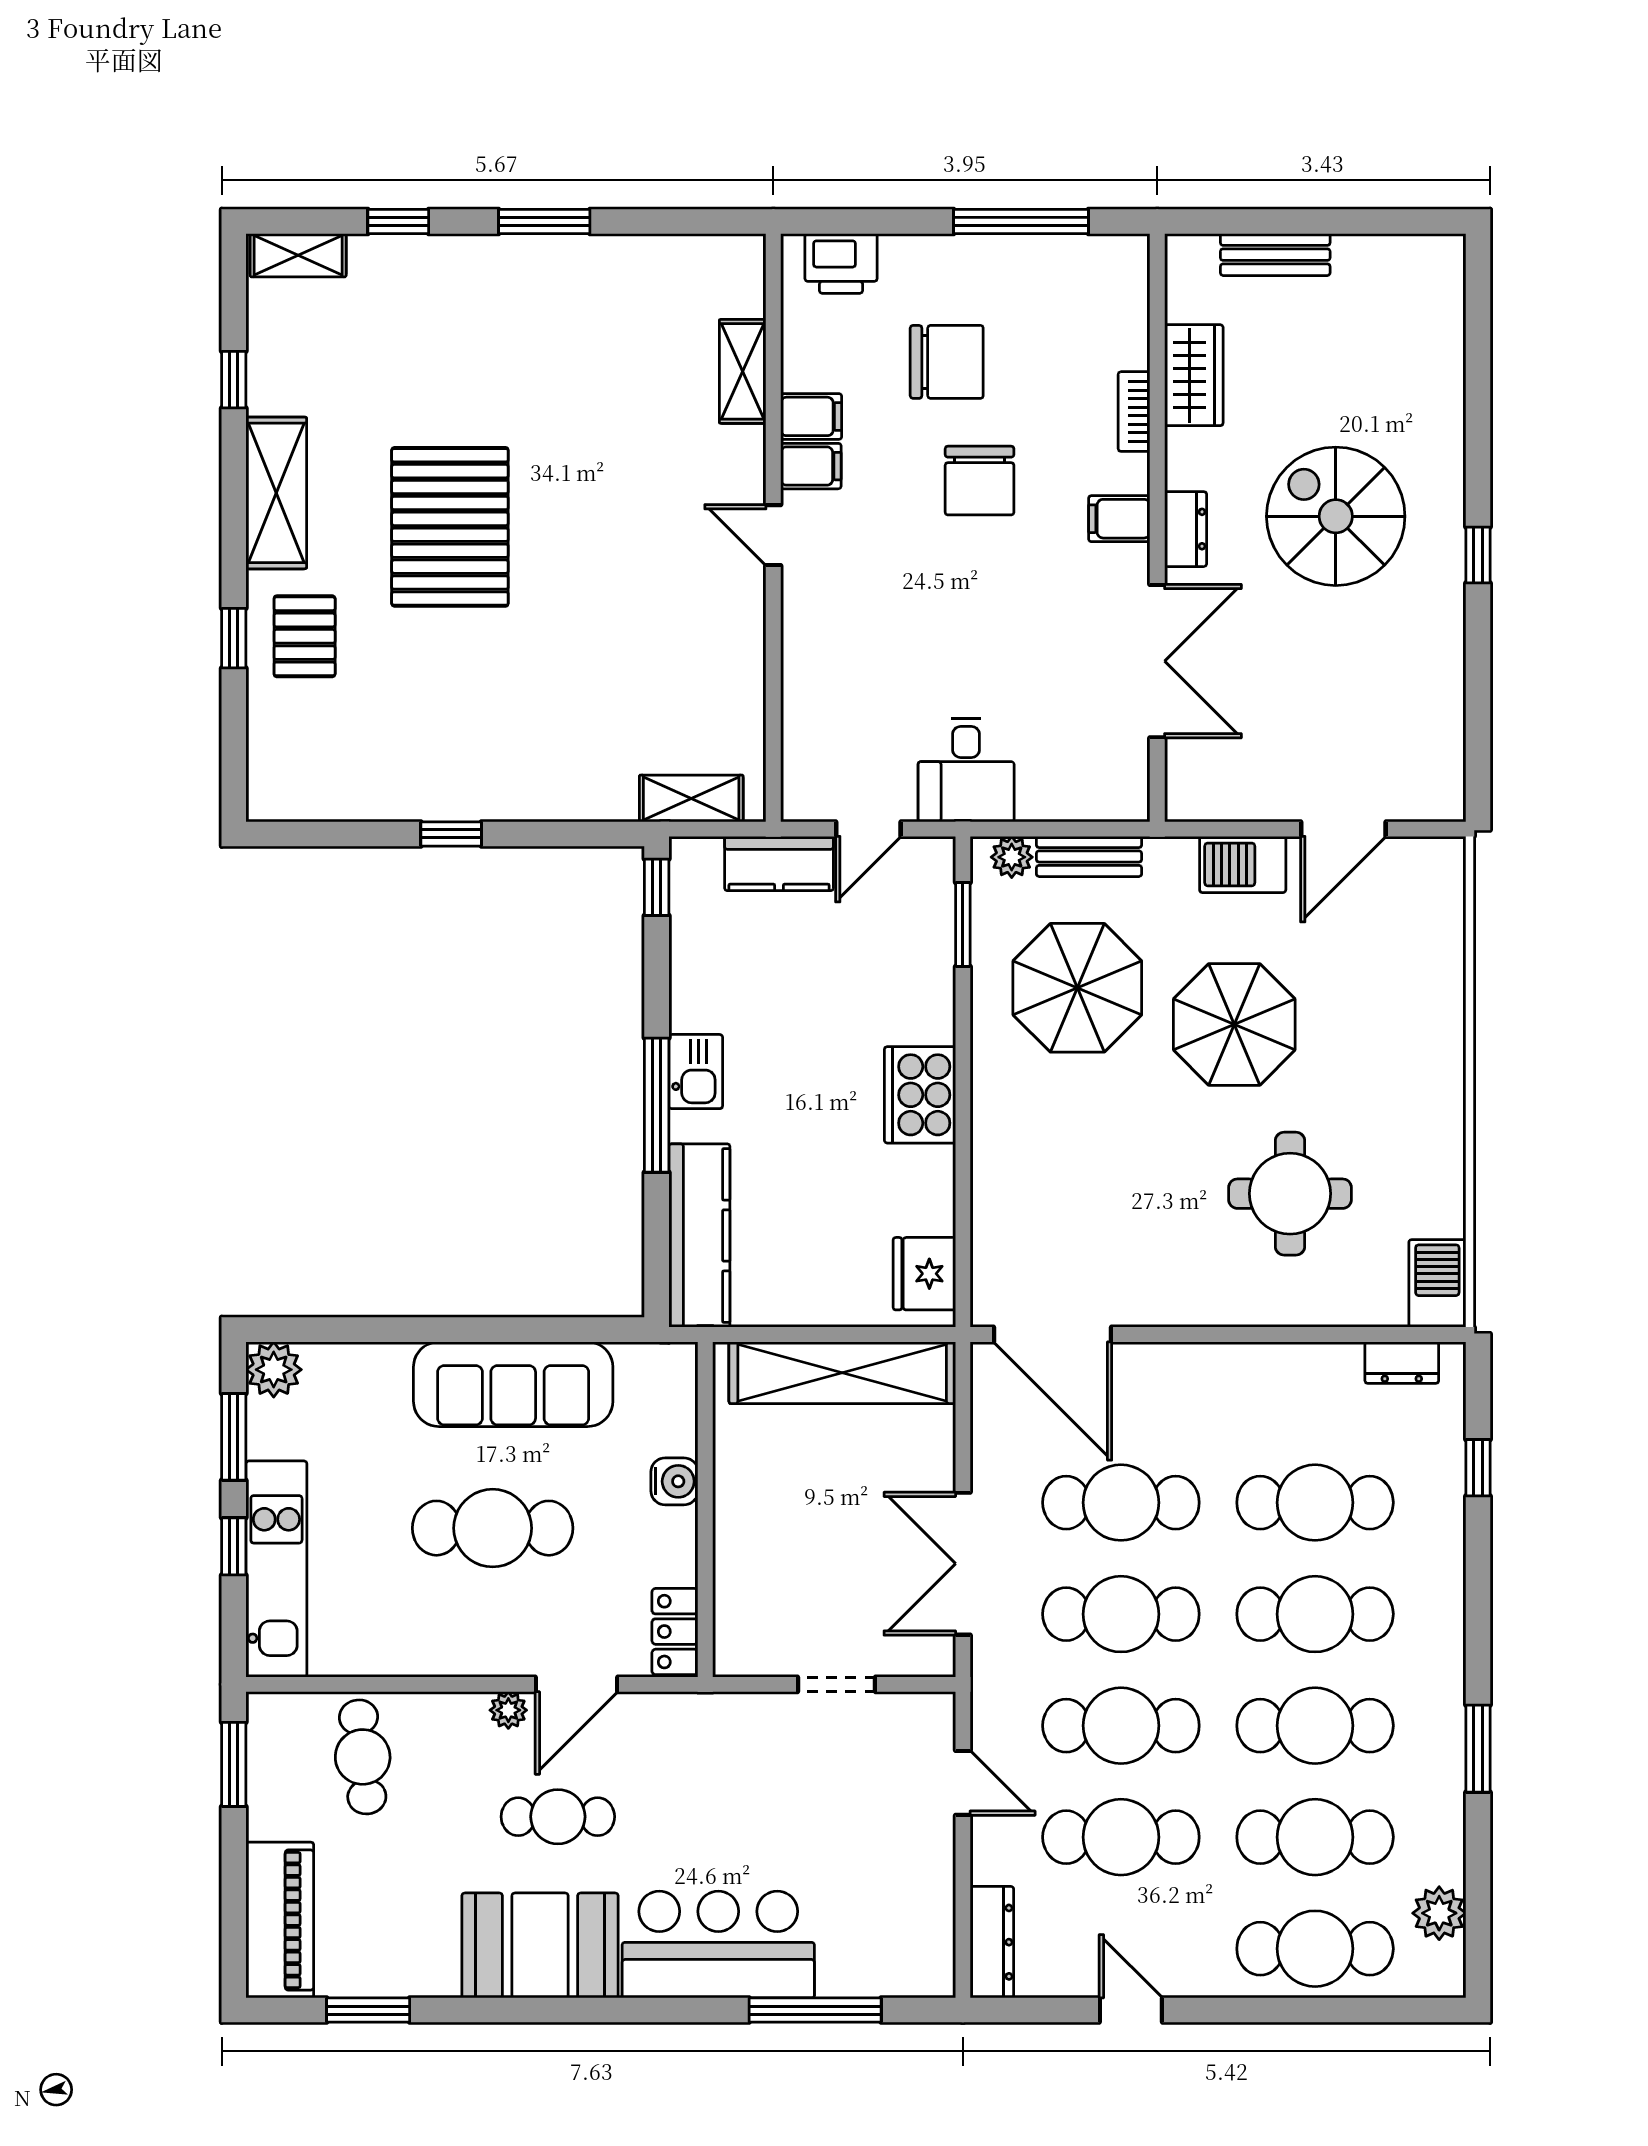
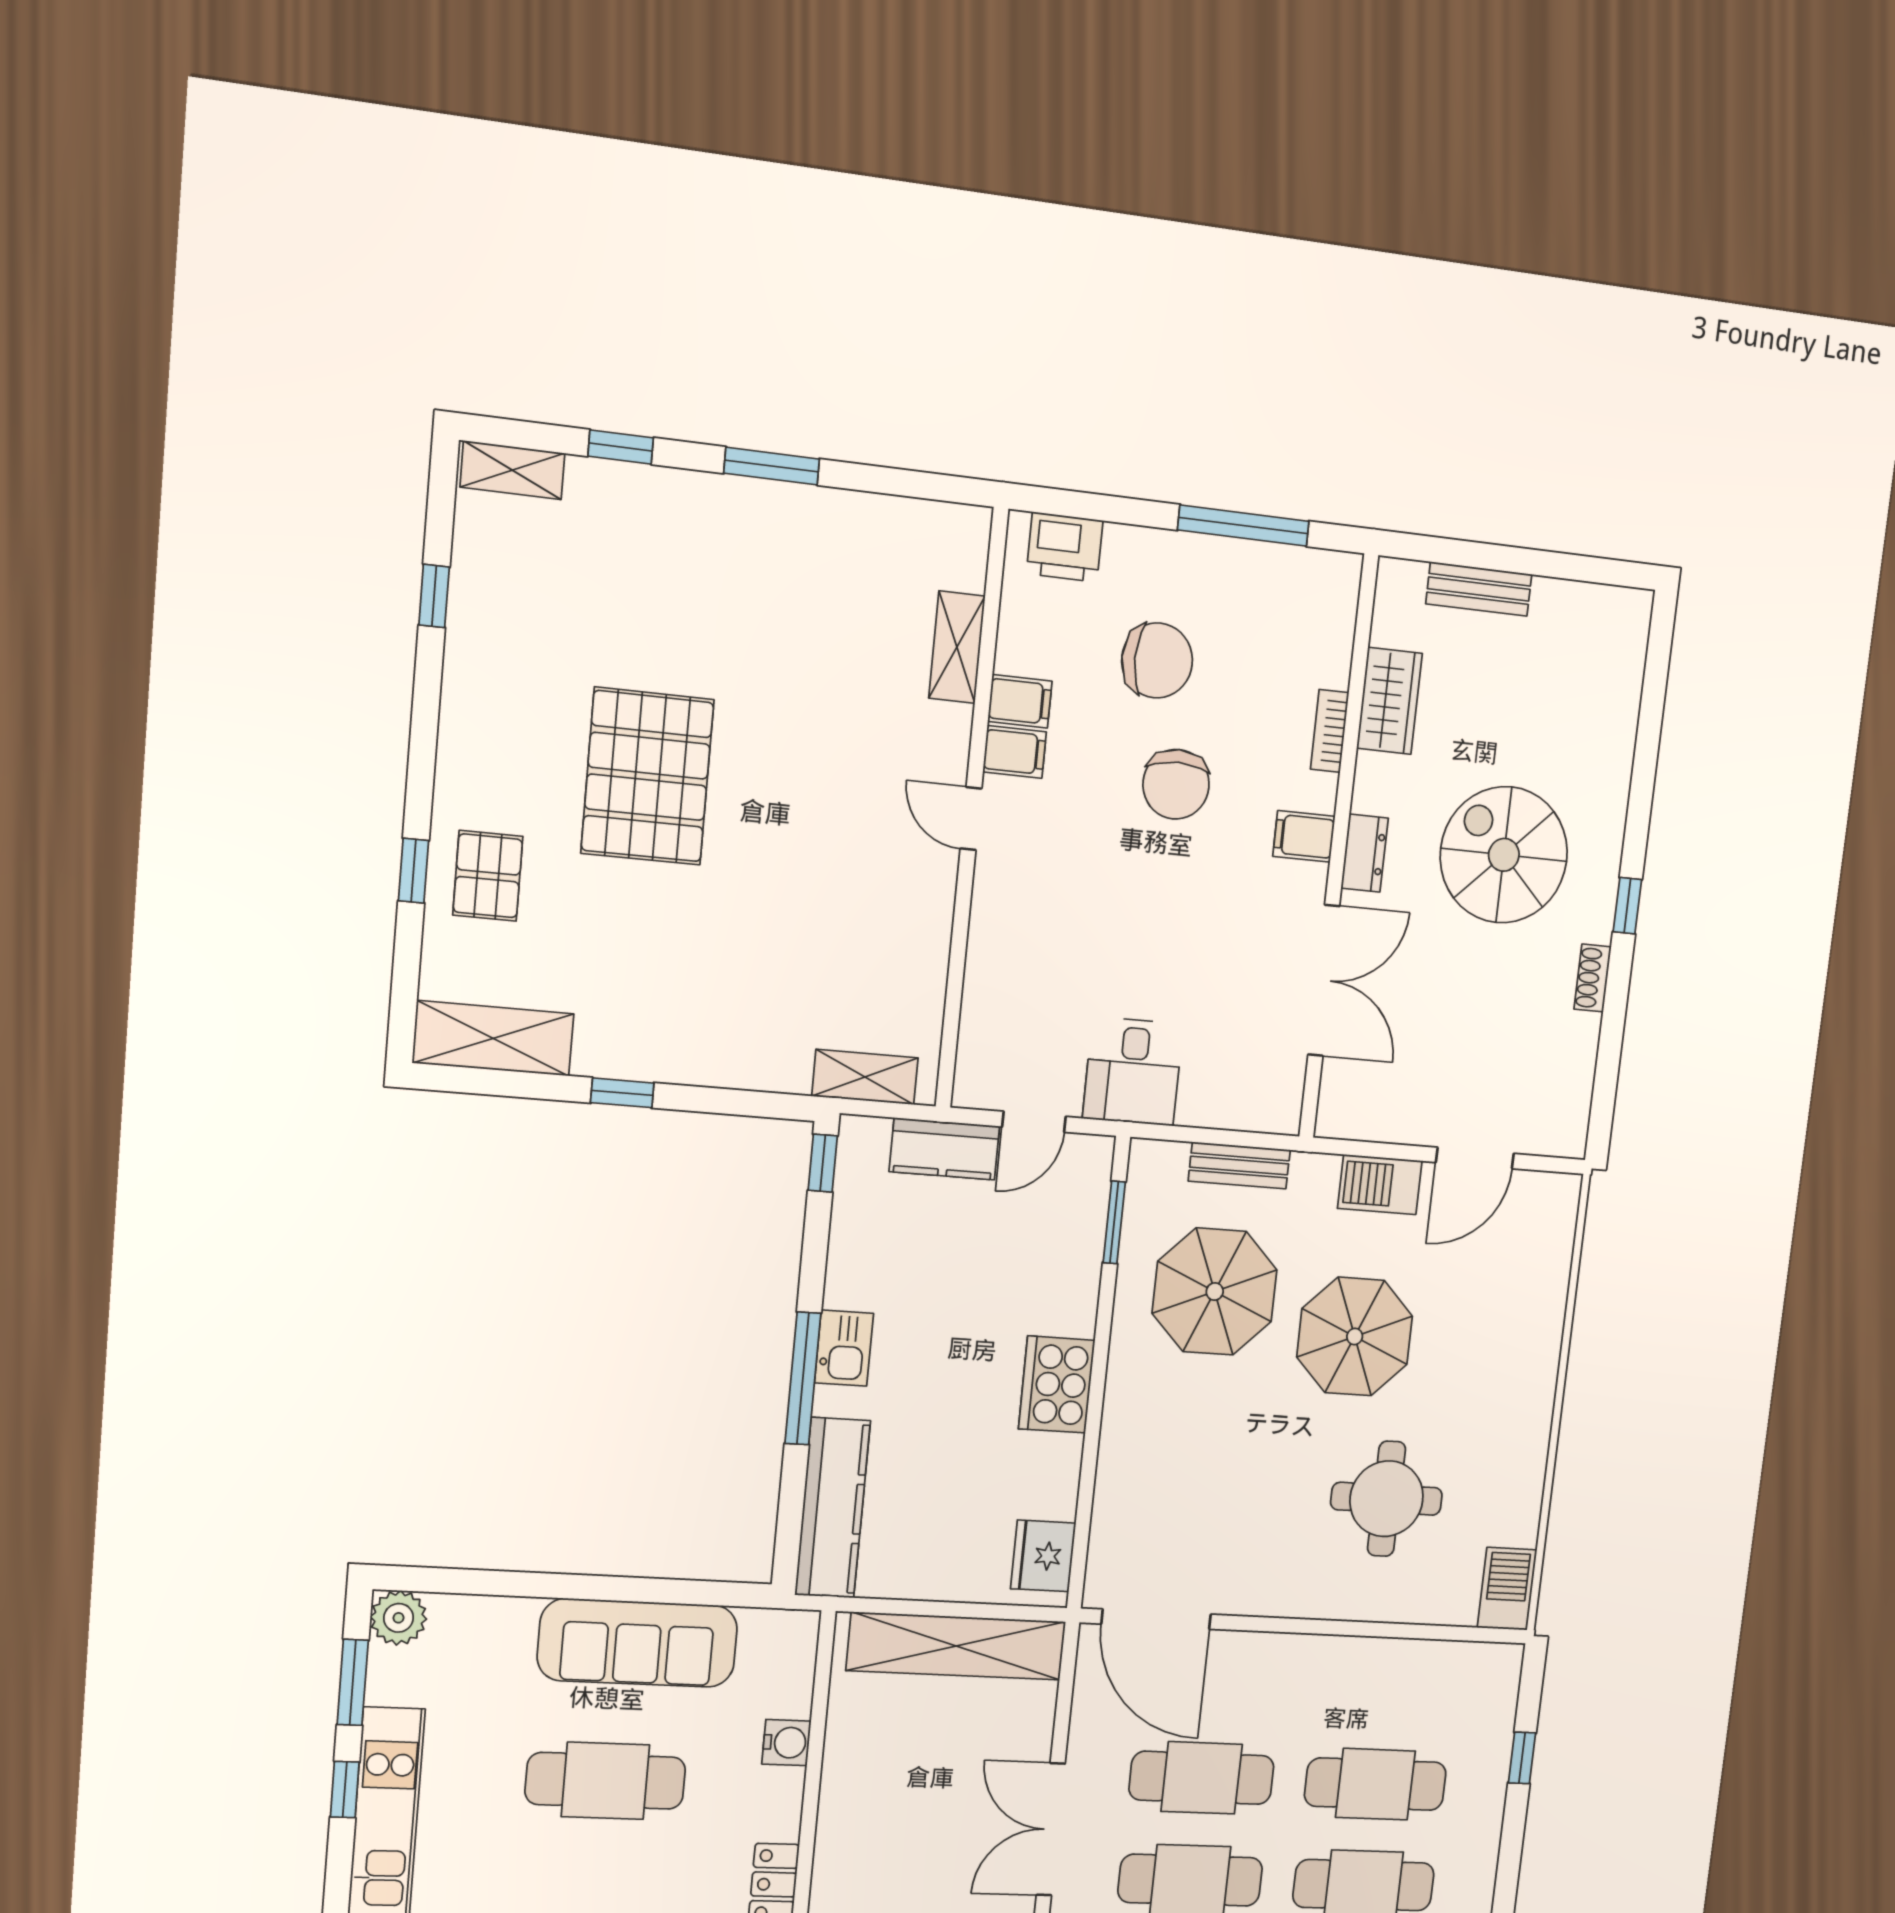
shelving: (276, 493) -> (493, 1038), moved, turned 90
shoe rack: (1449, 633) -> (1593, 978), added
plant: (1012, 857) -> (1167, 1160), removed
dresser: (1402, 1363) -> (1467, 1660), removed

